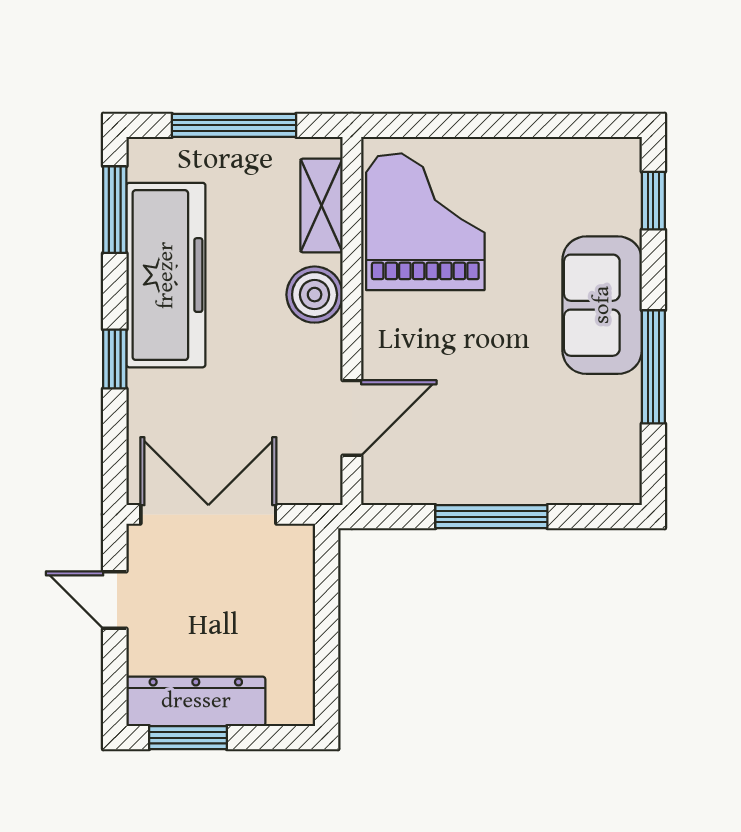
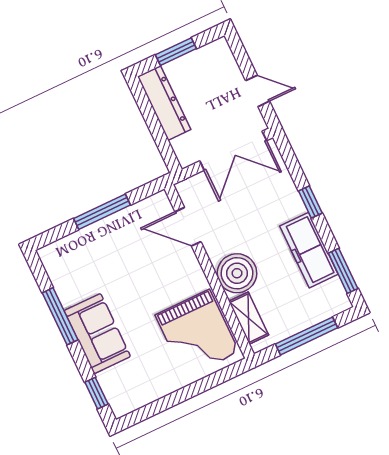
freezer: (166, 275) -> (309, 250), width x0.73, depth x0.79
boiler: (315, 295) -> (237, 273), width x1.37, depth x1.37
door: (352, 418) -> (188, 227), hinge flipped
dresser: (196, 701) -> (164, 103), moved, turned -90
window: (188, 738) -> (176, 52), moved

